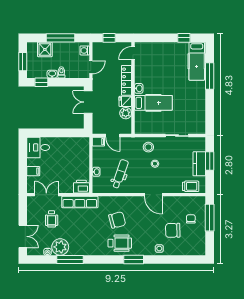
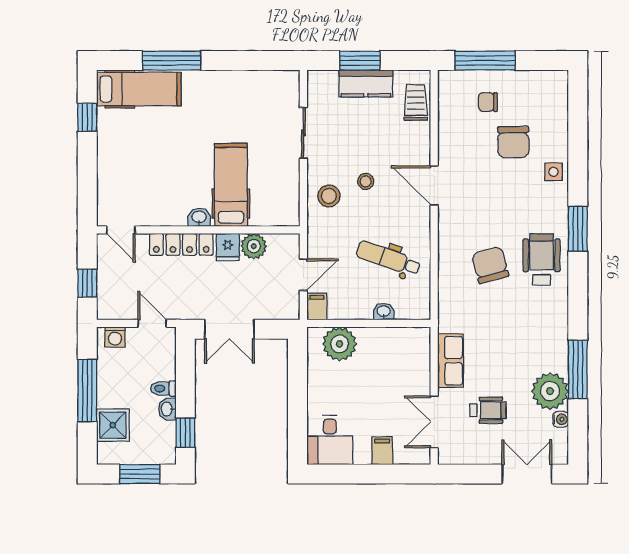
plant: (82, 152) -> (340, 344), added
printer: (81, 187) -> (416, 344), removed
door: (153, 195) -> (434, 185), swing flipped
row of seats: (80, 202) -> (451, 361), width x0.68

